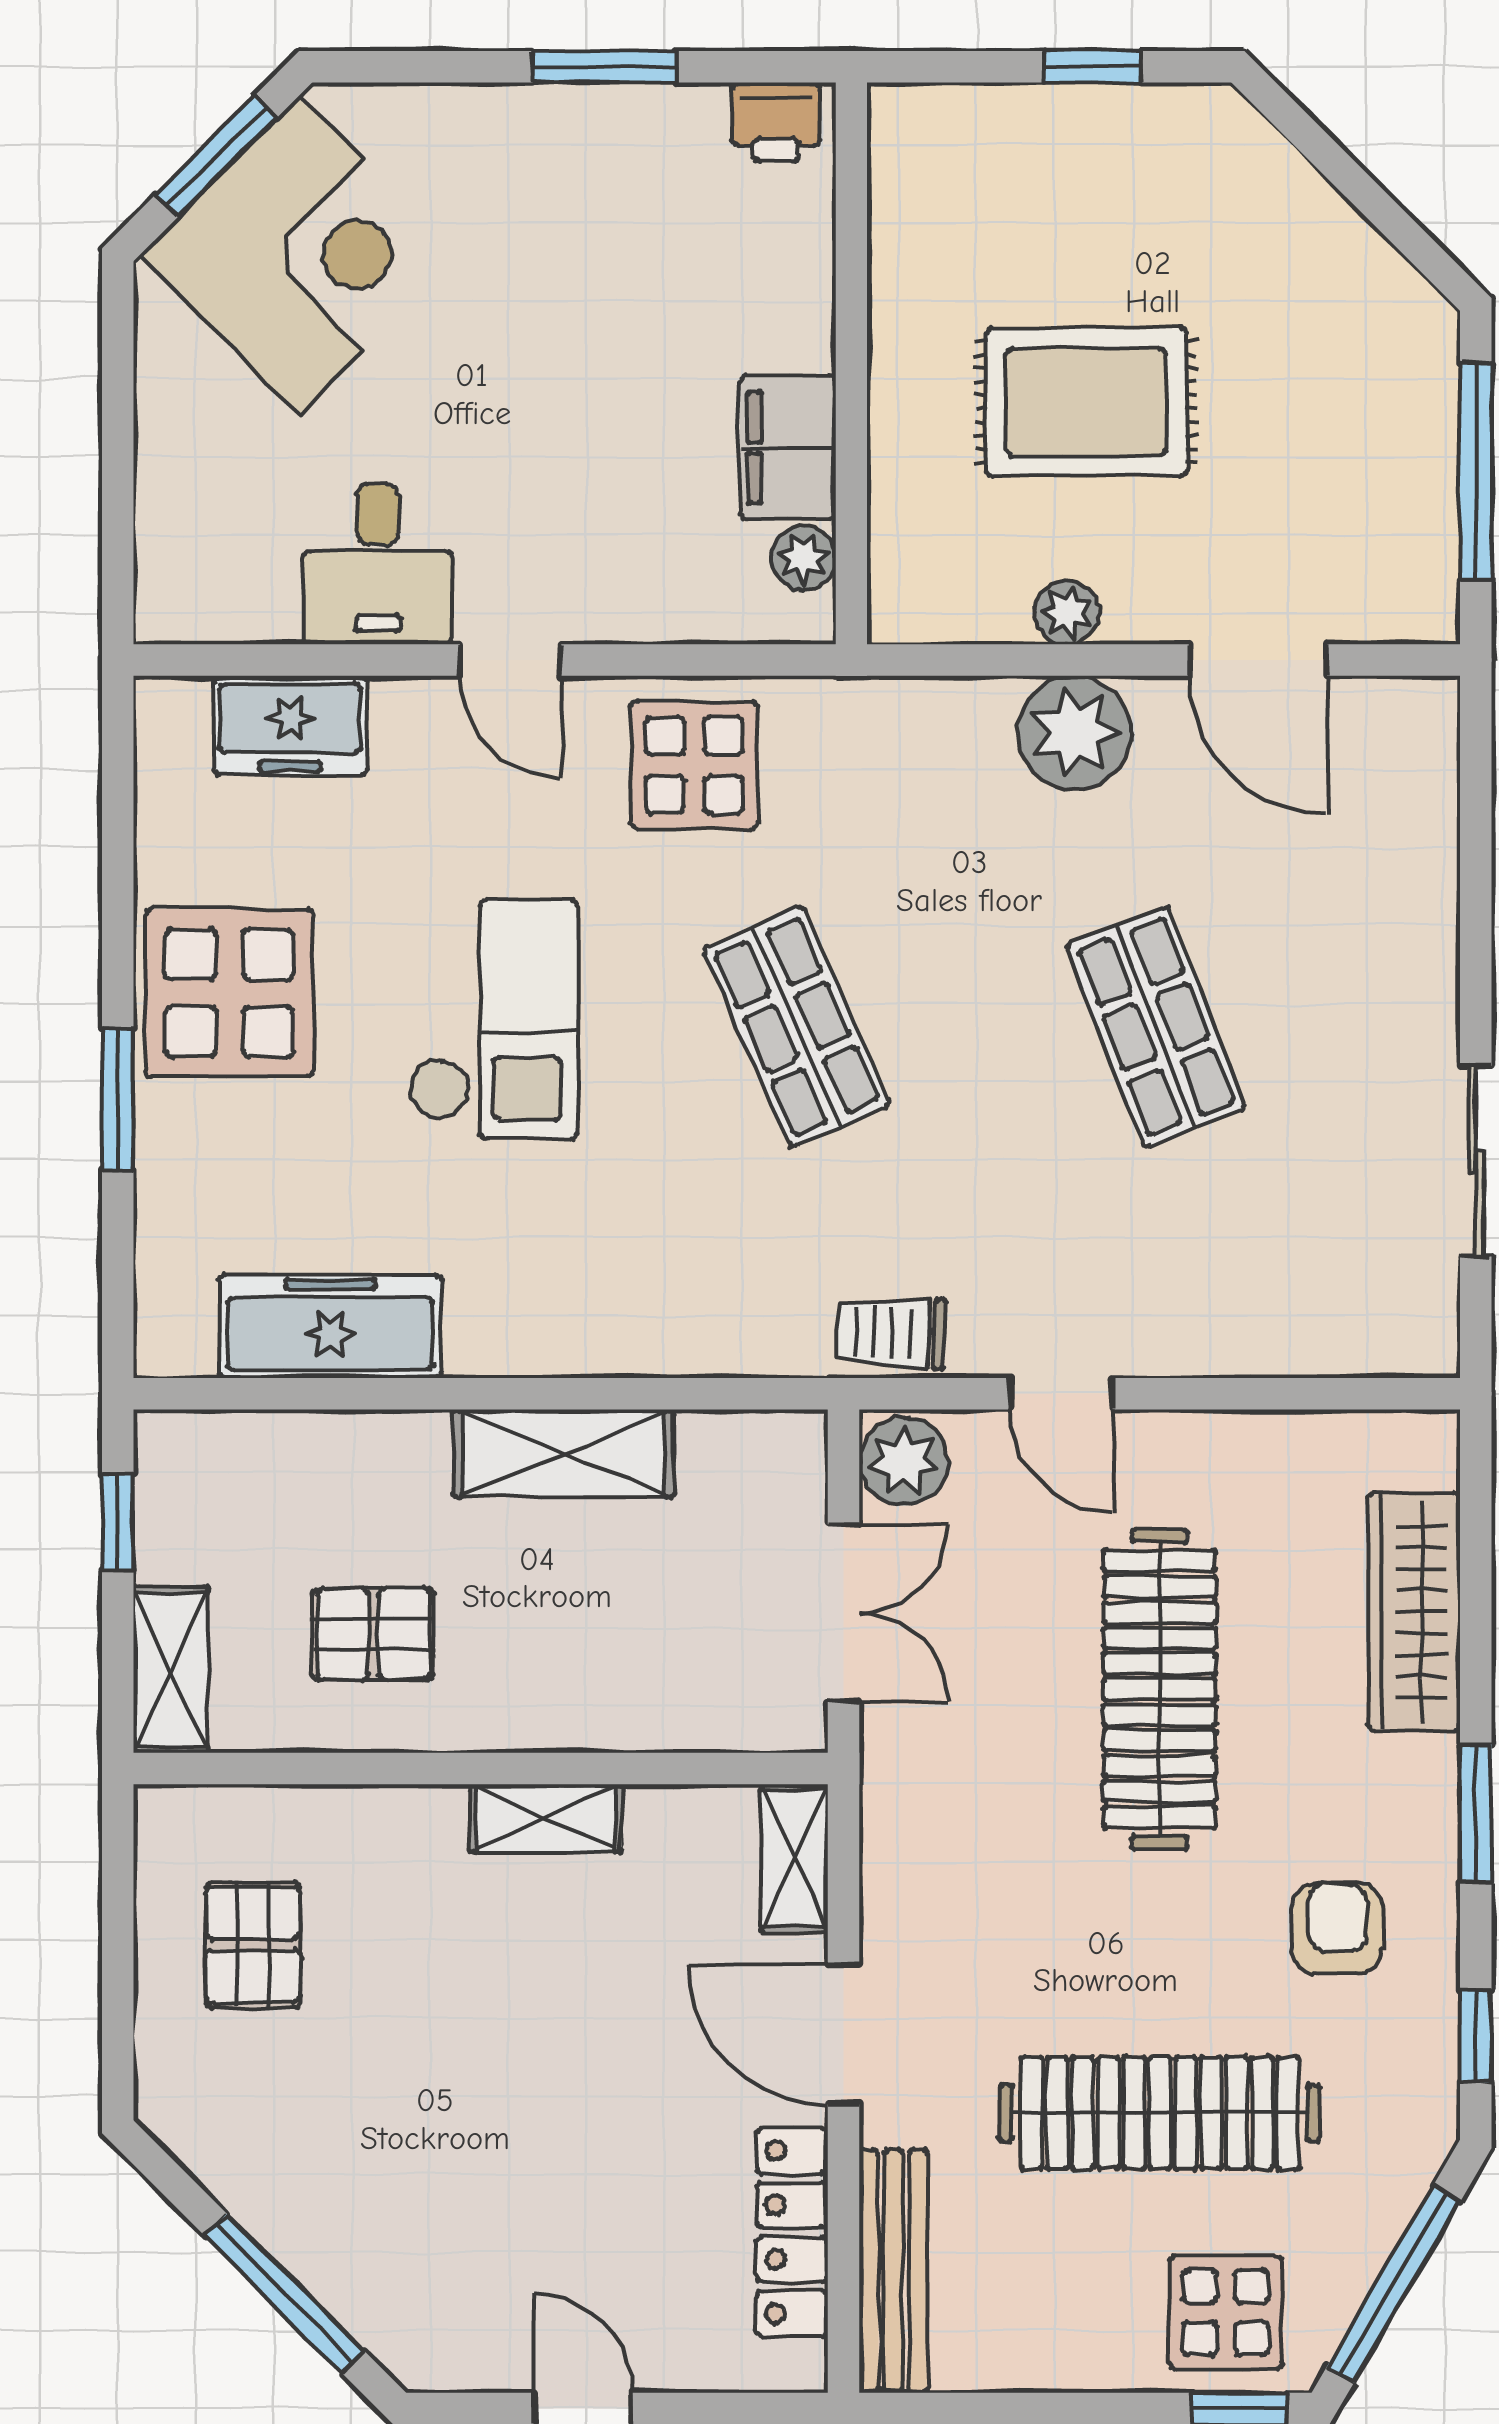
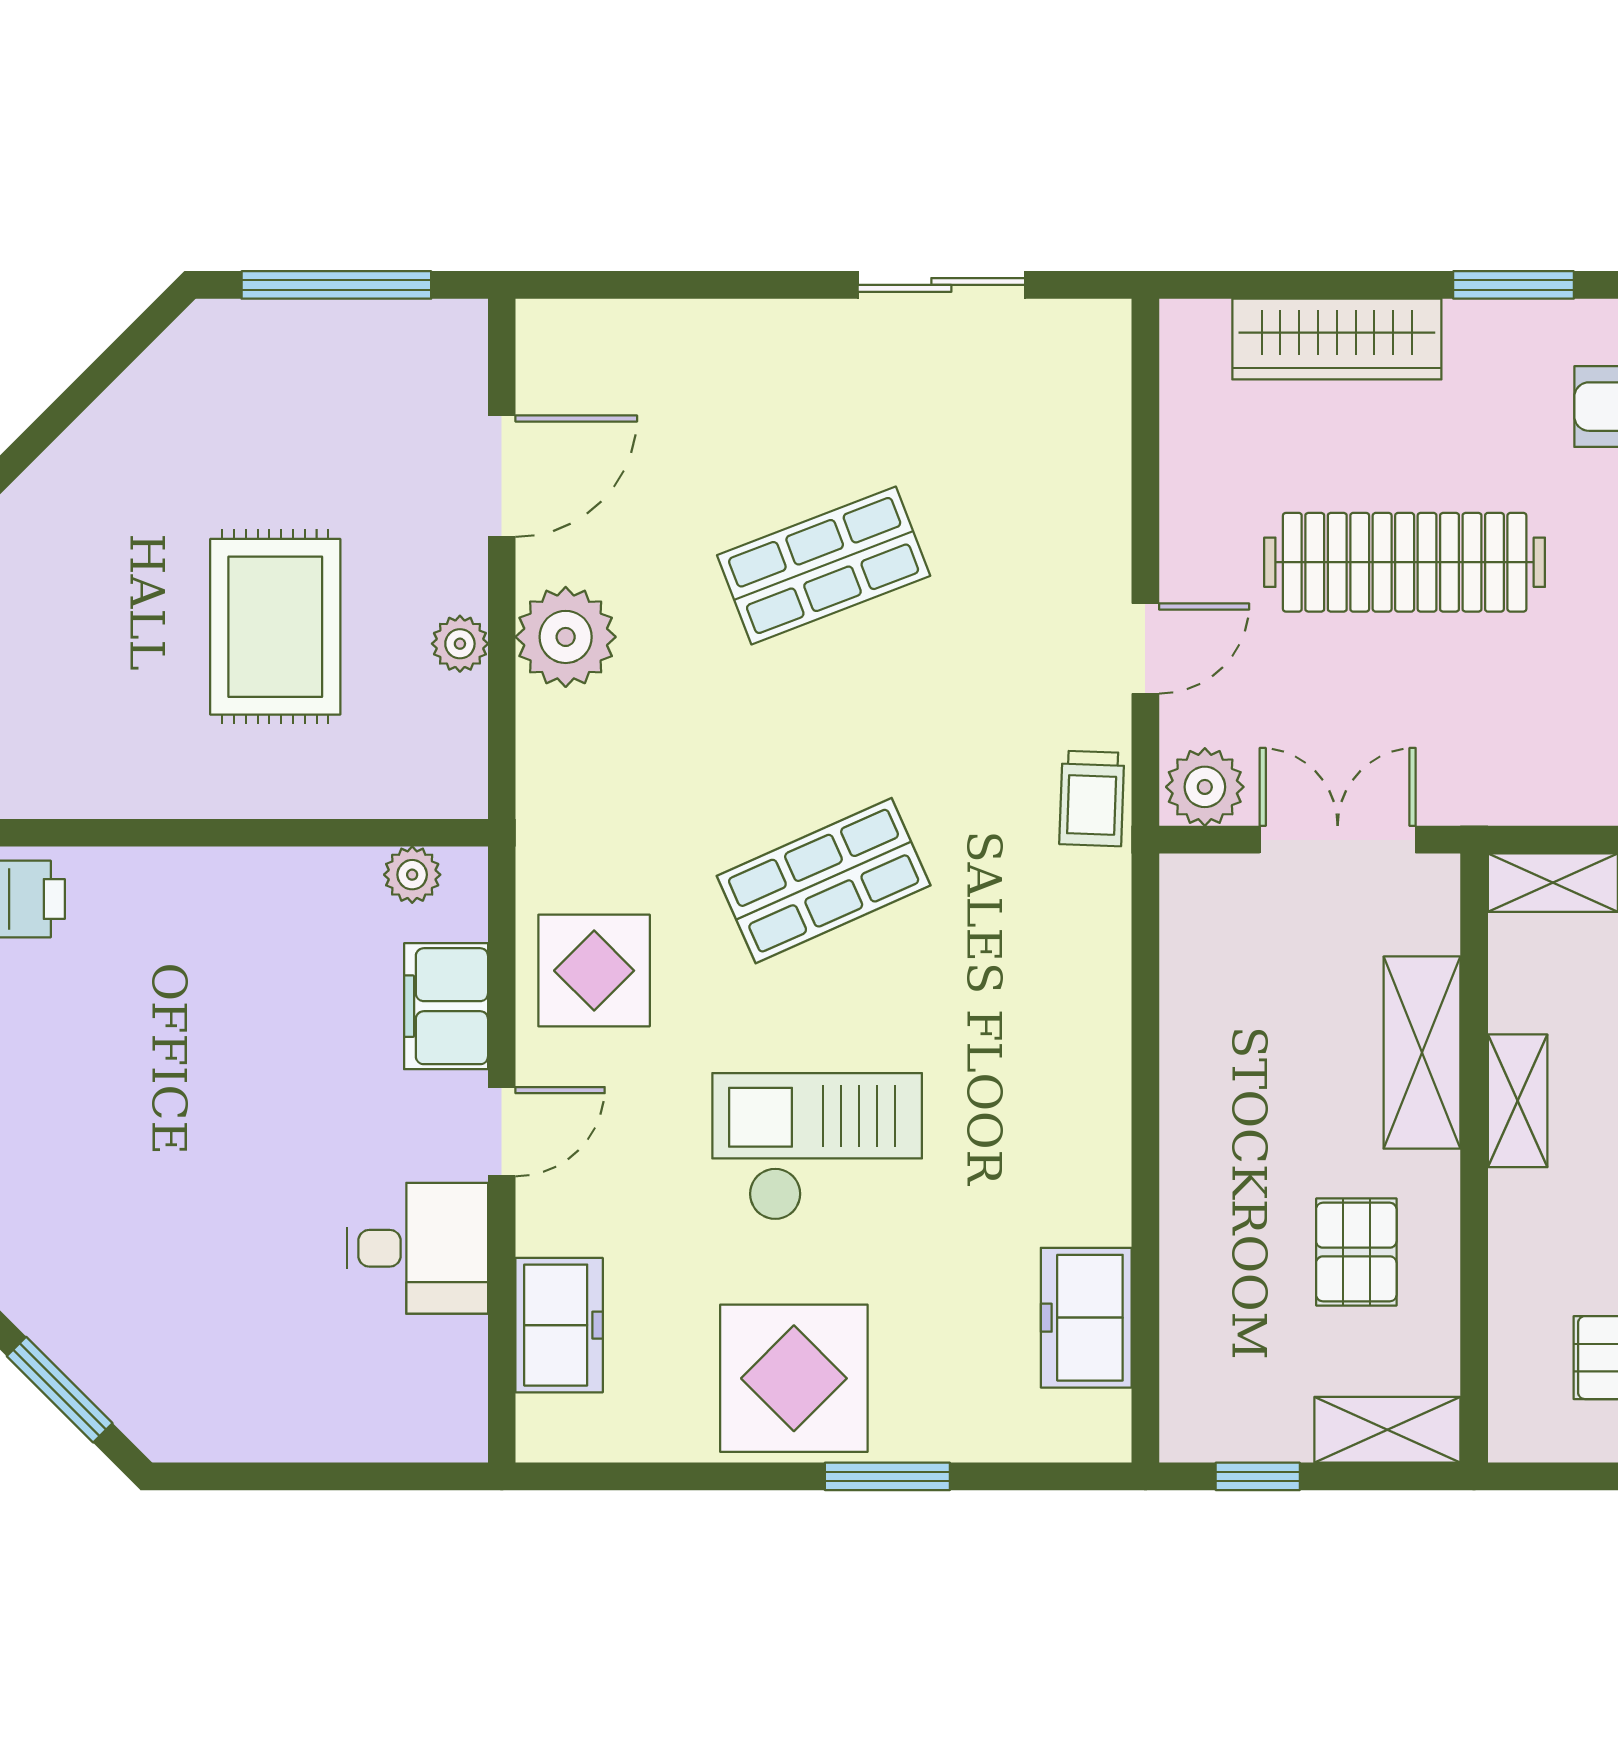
corner desk: (300, 255) -> (146, 1317), removed
filing cabinet: (788, 448) -> (446, 1006), moved, turned 90
freezer: (330, 1326) -> (1086, 1318), width x0.71
shelving: (563, 1453) -> (1422, 1053), moved

